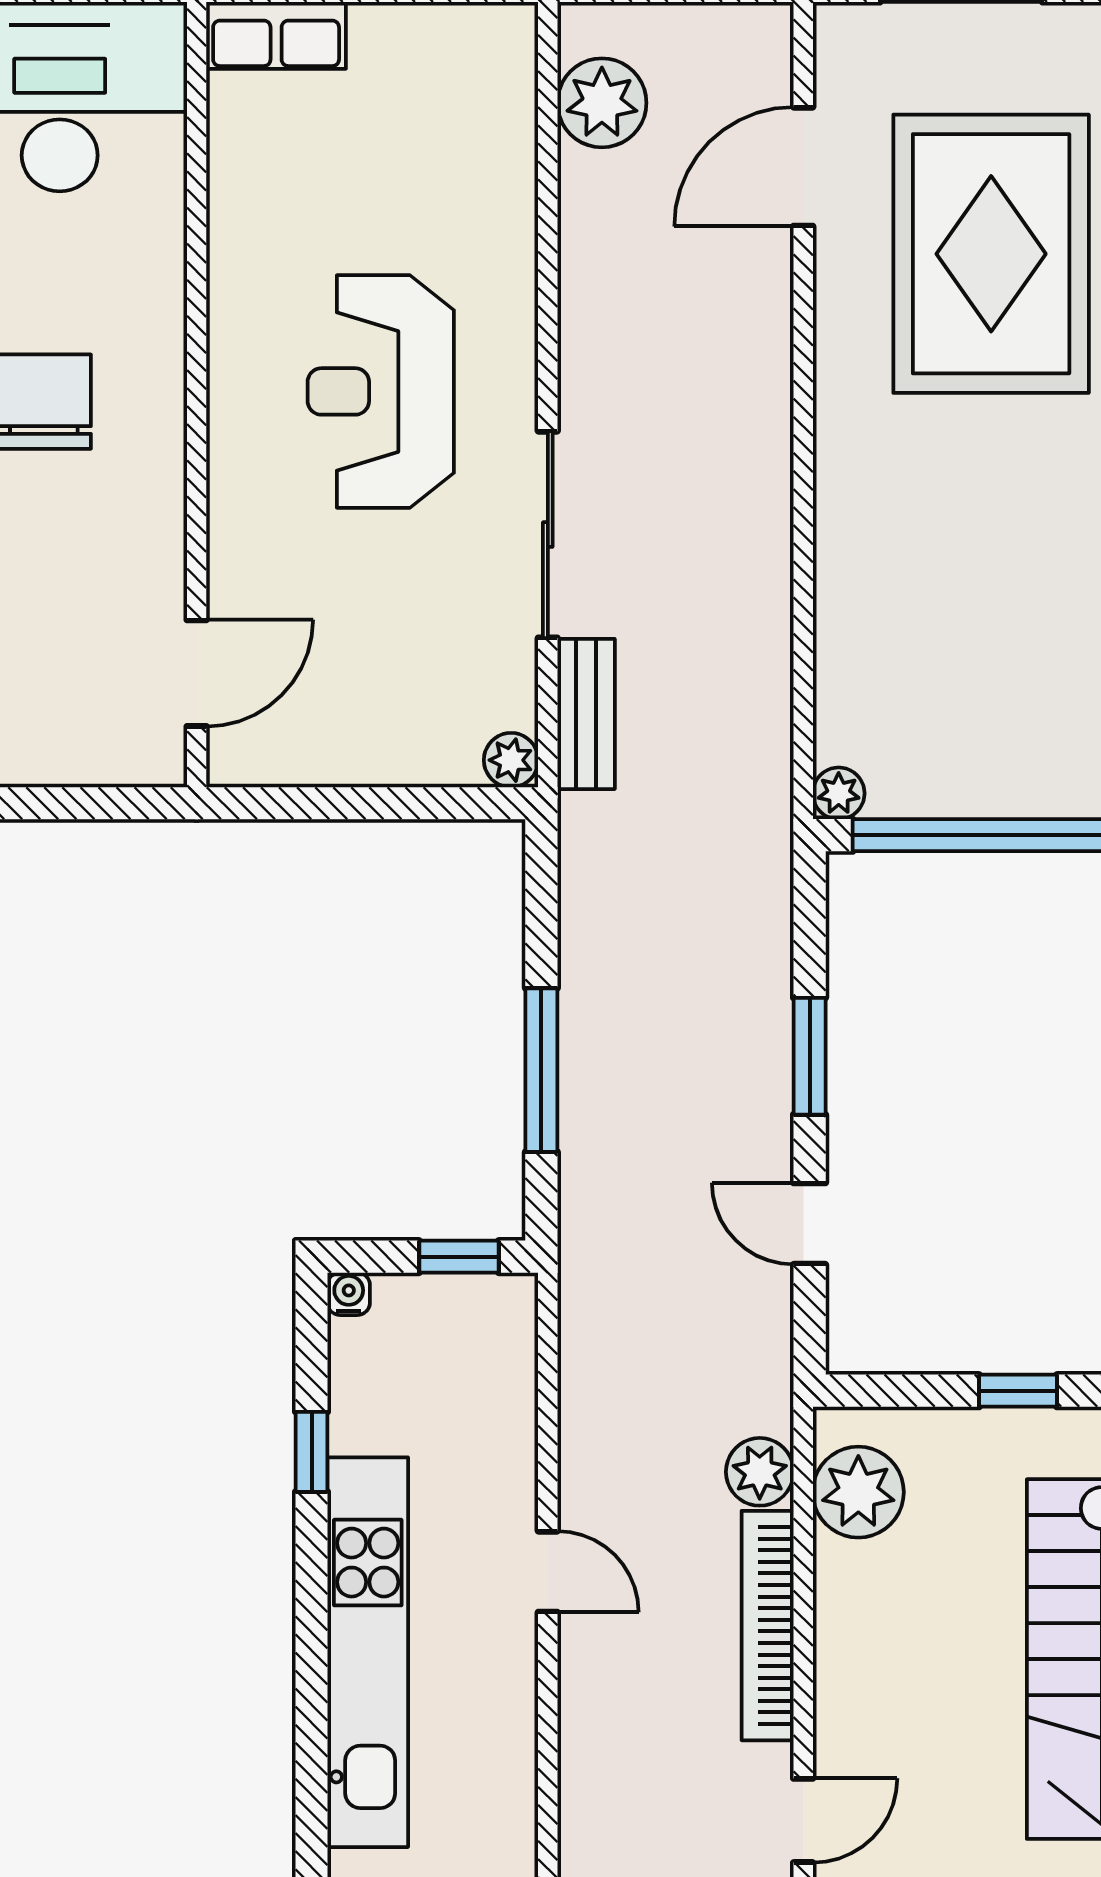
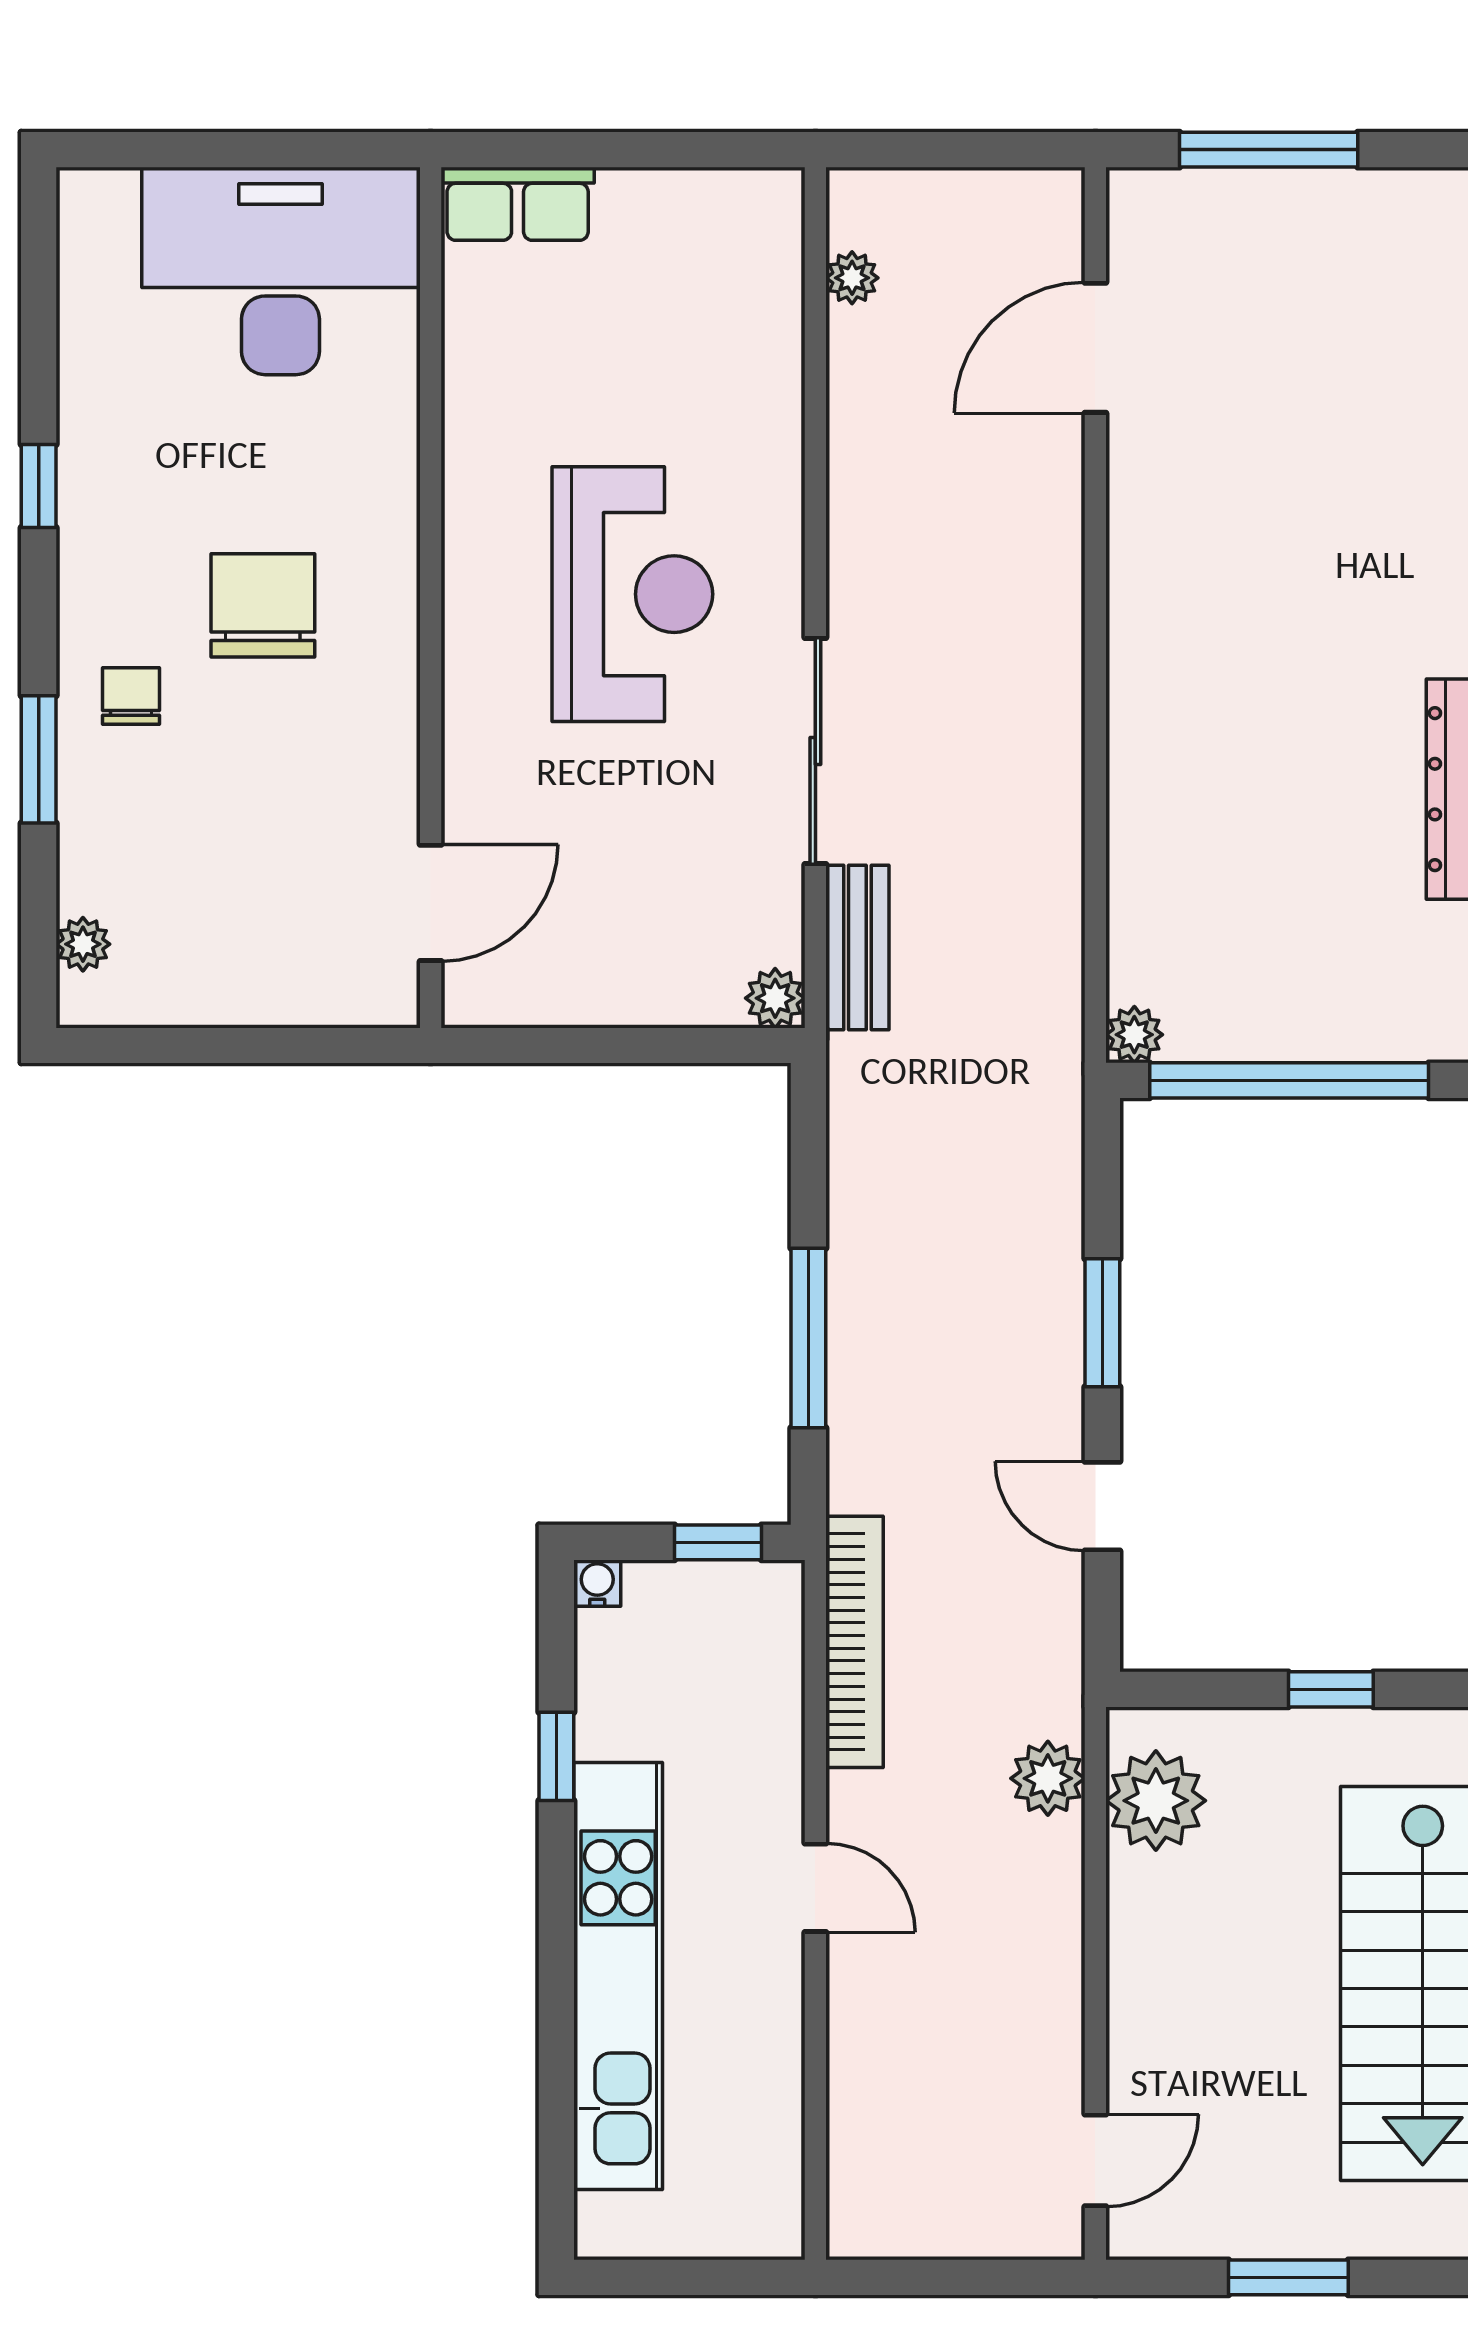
plant: (602, 103) -> (852, 278), width x0.53, depth x0.53
rug: (991, 254) -> (1301, 443), removed
reception desk: (381, 391) -> (632, 594), turned 180
bookcase: (768, 1626) -> (855, 1642), moved, turned 180

